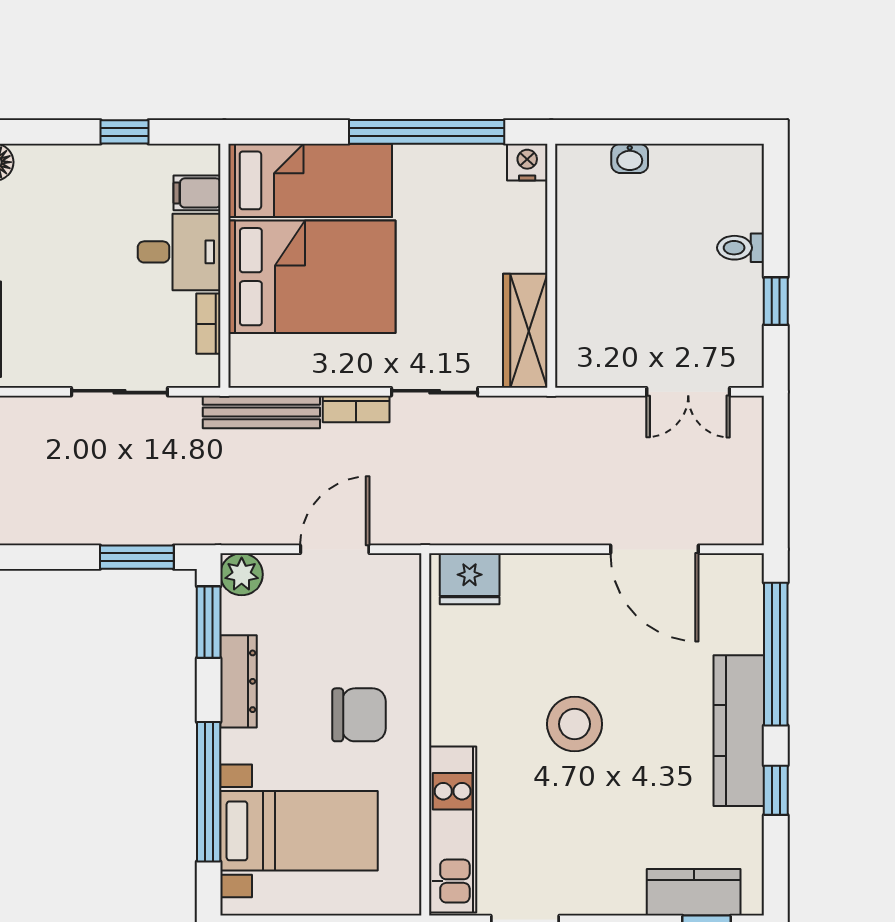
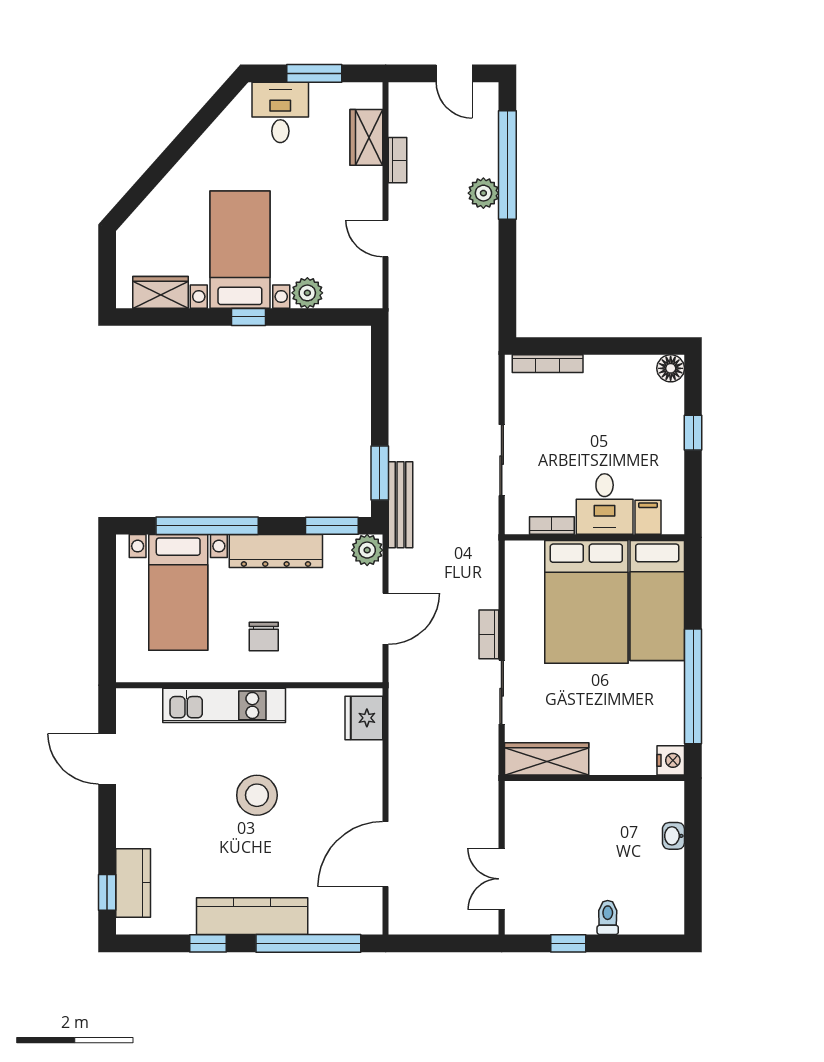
window: (124, 132) -> (693, 433), moved
bench: (261, 412) -> (401, 505), moved
door: (335, 549) -> (386, 619), hinge flipped
dresser: (239, 681) -> (276, 551), width x1.37, depth x1.24
chair: (359, 715) -> (264, 636), width x0.73, depth x0.73
kitchen unit: (453, 829) -> (224, 705), moved

